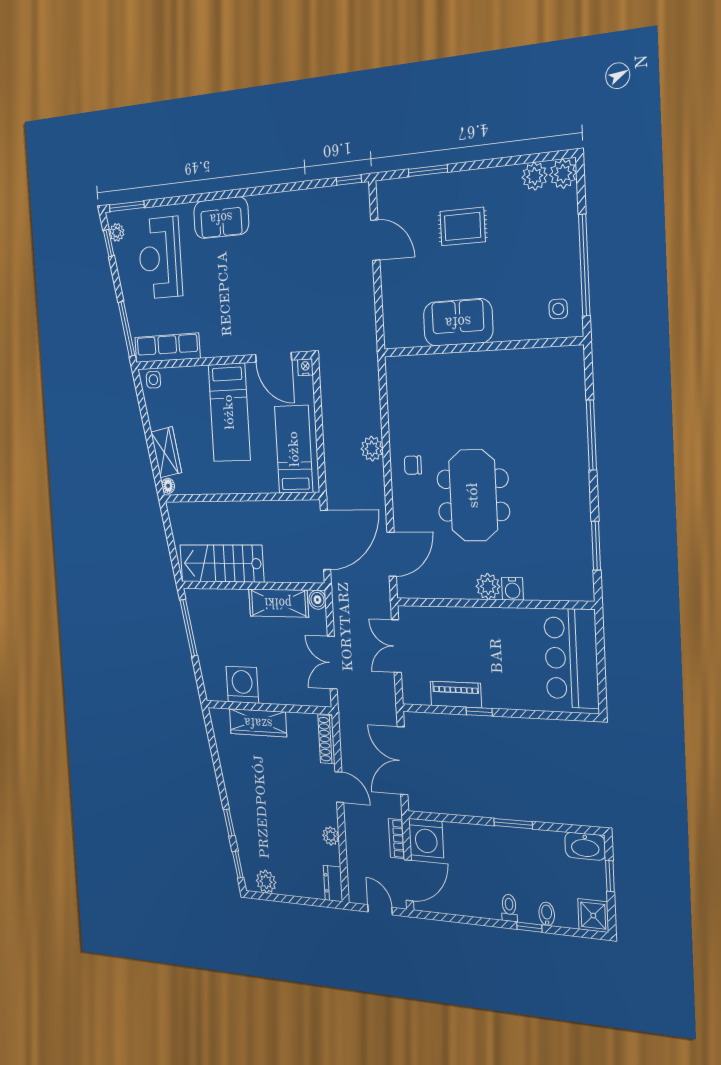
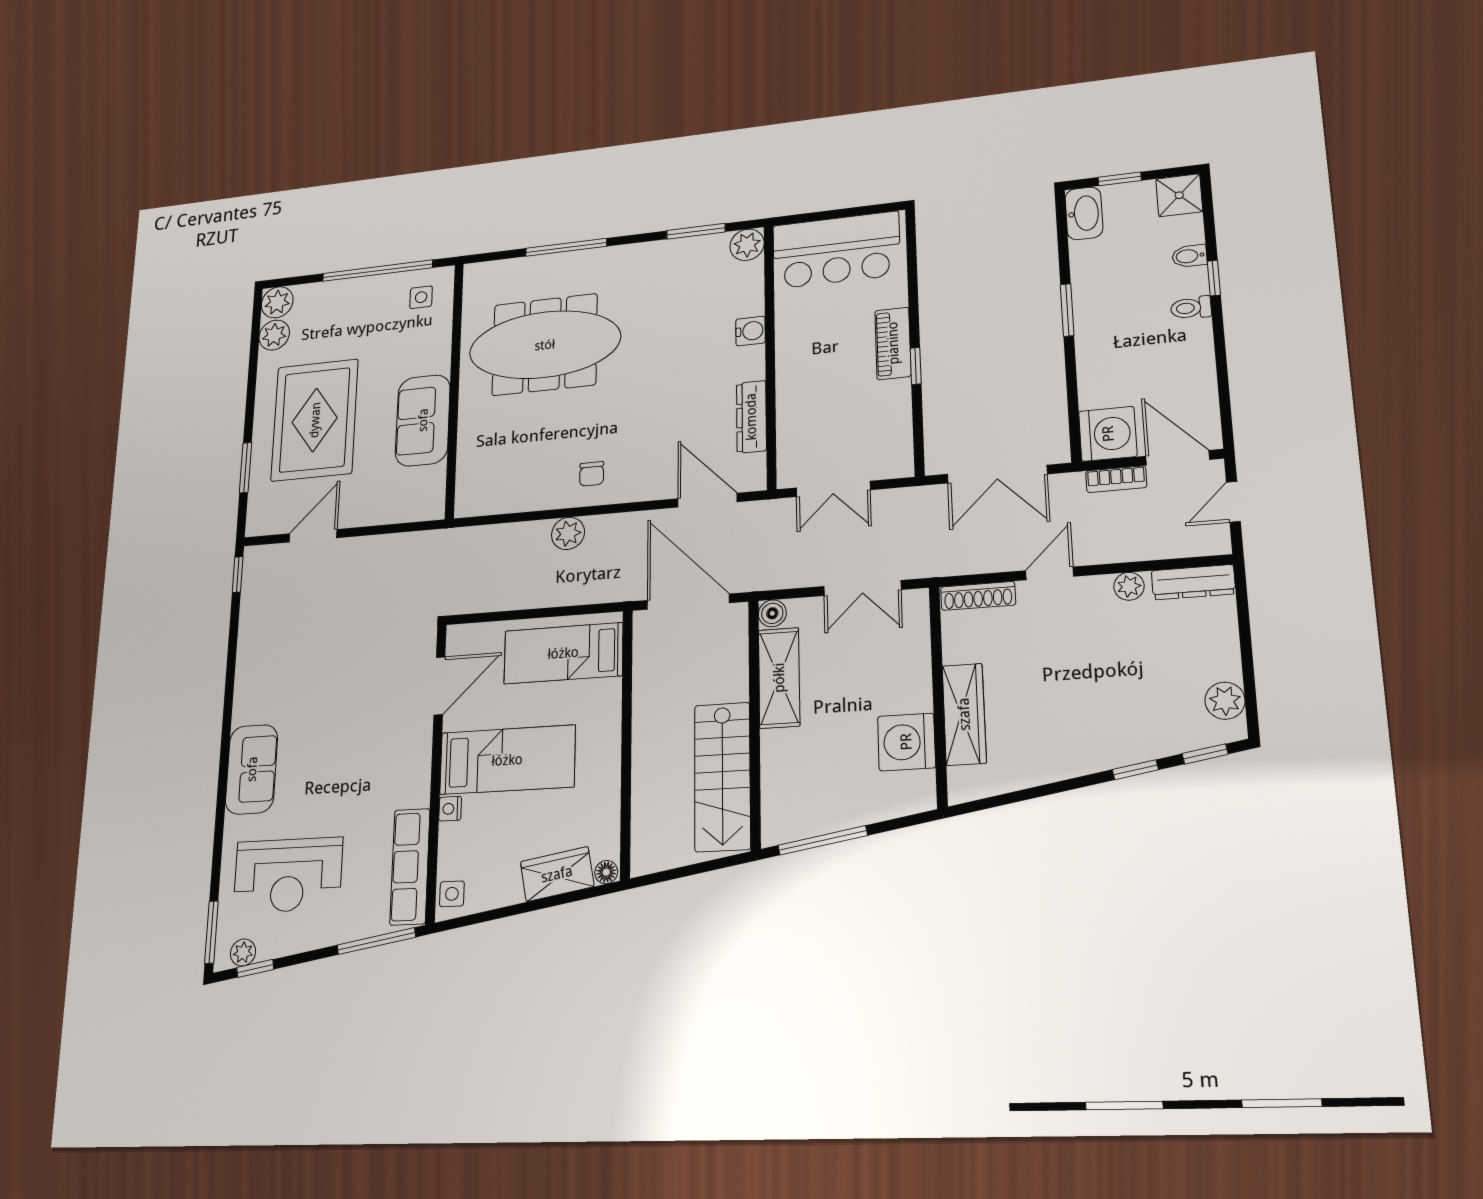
rug: (463, 227) -> (315, 420), width x1.86, depth x2.06
nightstand: (305, 367) -> (450, 809), moved
meeting table: (473, 495) -> (545, 345), moved, width x1.36
plant: (488, 586) -> (747, 245), moved
dresser: (449, 588) -> (751, 417), added
piano: (456, 695) -> (893, 343), moved
dresser: (333, 883) -> (1193, 582), width x1.44

